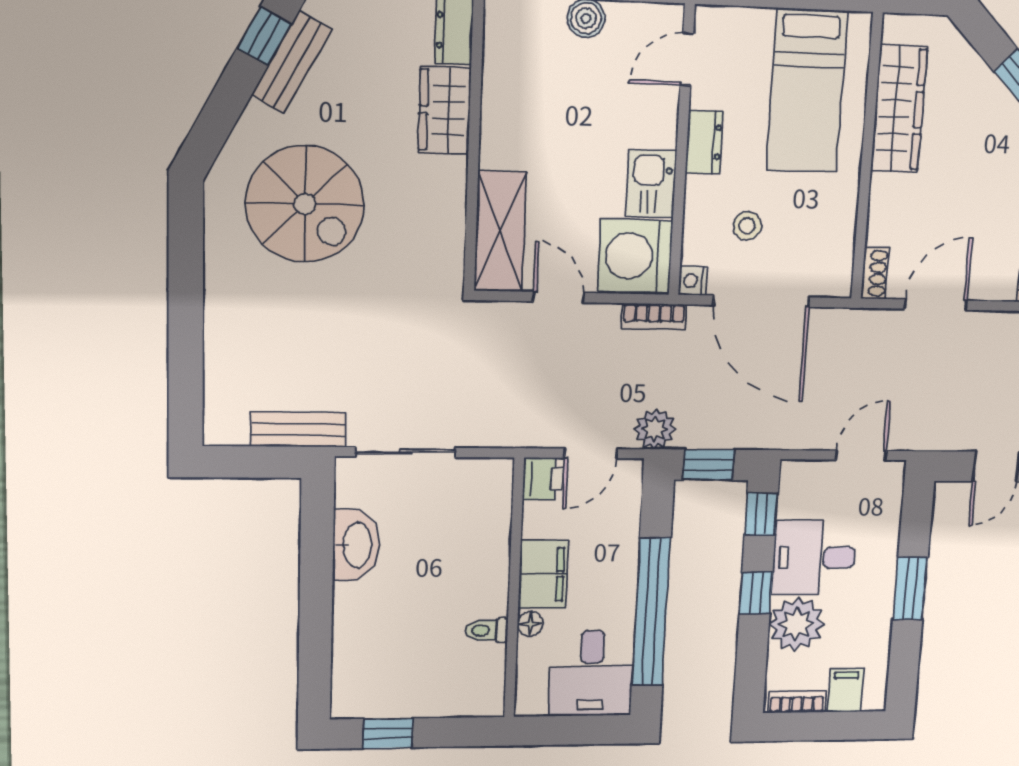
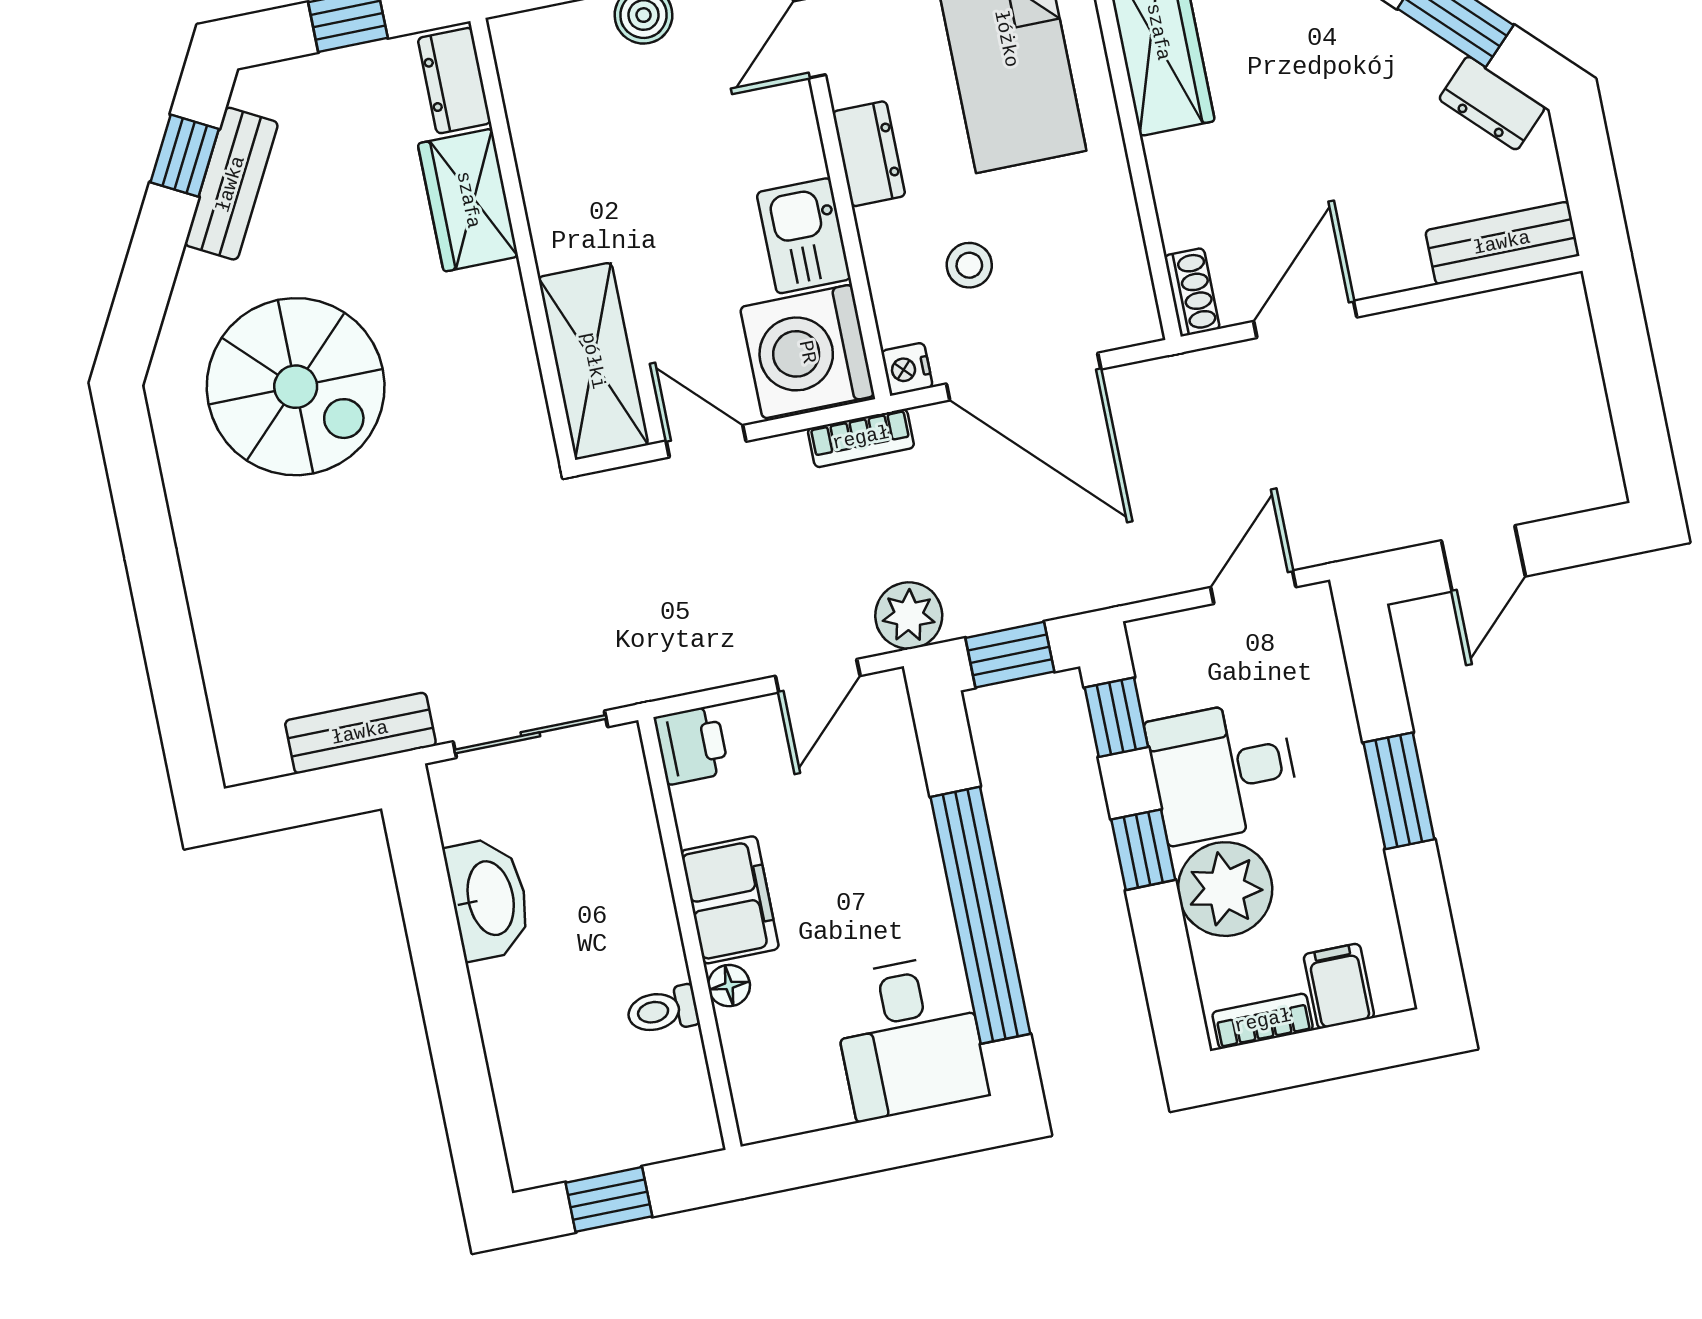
printer: (543, 479) -> (691, 745), moved
filing cabinet: (543, 574) -> (730, 900), moved
wall: (514, 589) -> (689, 933), moved
floor lamp: (530, 624) -> (729, 986), moved
toilet: (487, 630) -> (662, 1010), moved

